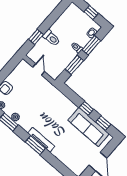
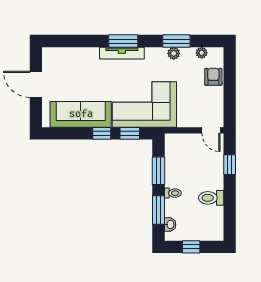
toilet: (51, 38) -> (211, 198), moved
door: (39, 69) -> (211, 130), moved
corner sofa: (52, 104) -> (144, 104), added
window: (103, 123) -> (130, 133), moved

